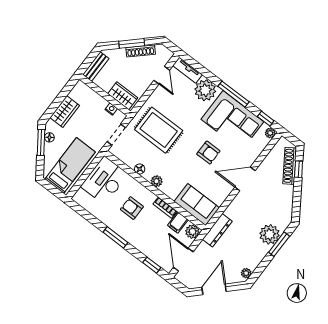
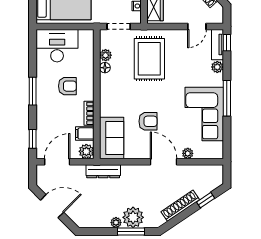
plant: (205, 90) -> (217, 67), width x0.53, depth x0.53
window: (266, 119) -> (227, 43), moved
plant: (270, 133) -> (188, 153), moved
armchair: (208, 153) -> (148, 121), moved, turned -90
shoe rack: (290, 166) -> (180, 206), moved
desk: (104, 180) -> (57, 46), moved
plant: (157, 181) -> (106, 55), moved
armchair: (132, 208) -> (67, 86), turned 90
plant: (246, 273) -> (116, 223), moved

